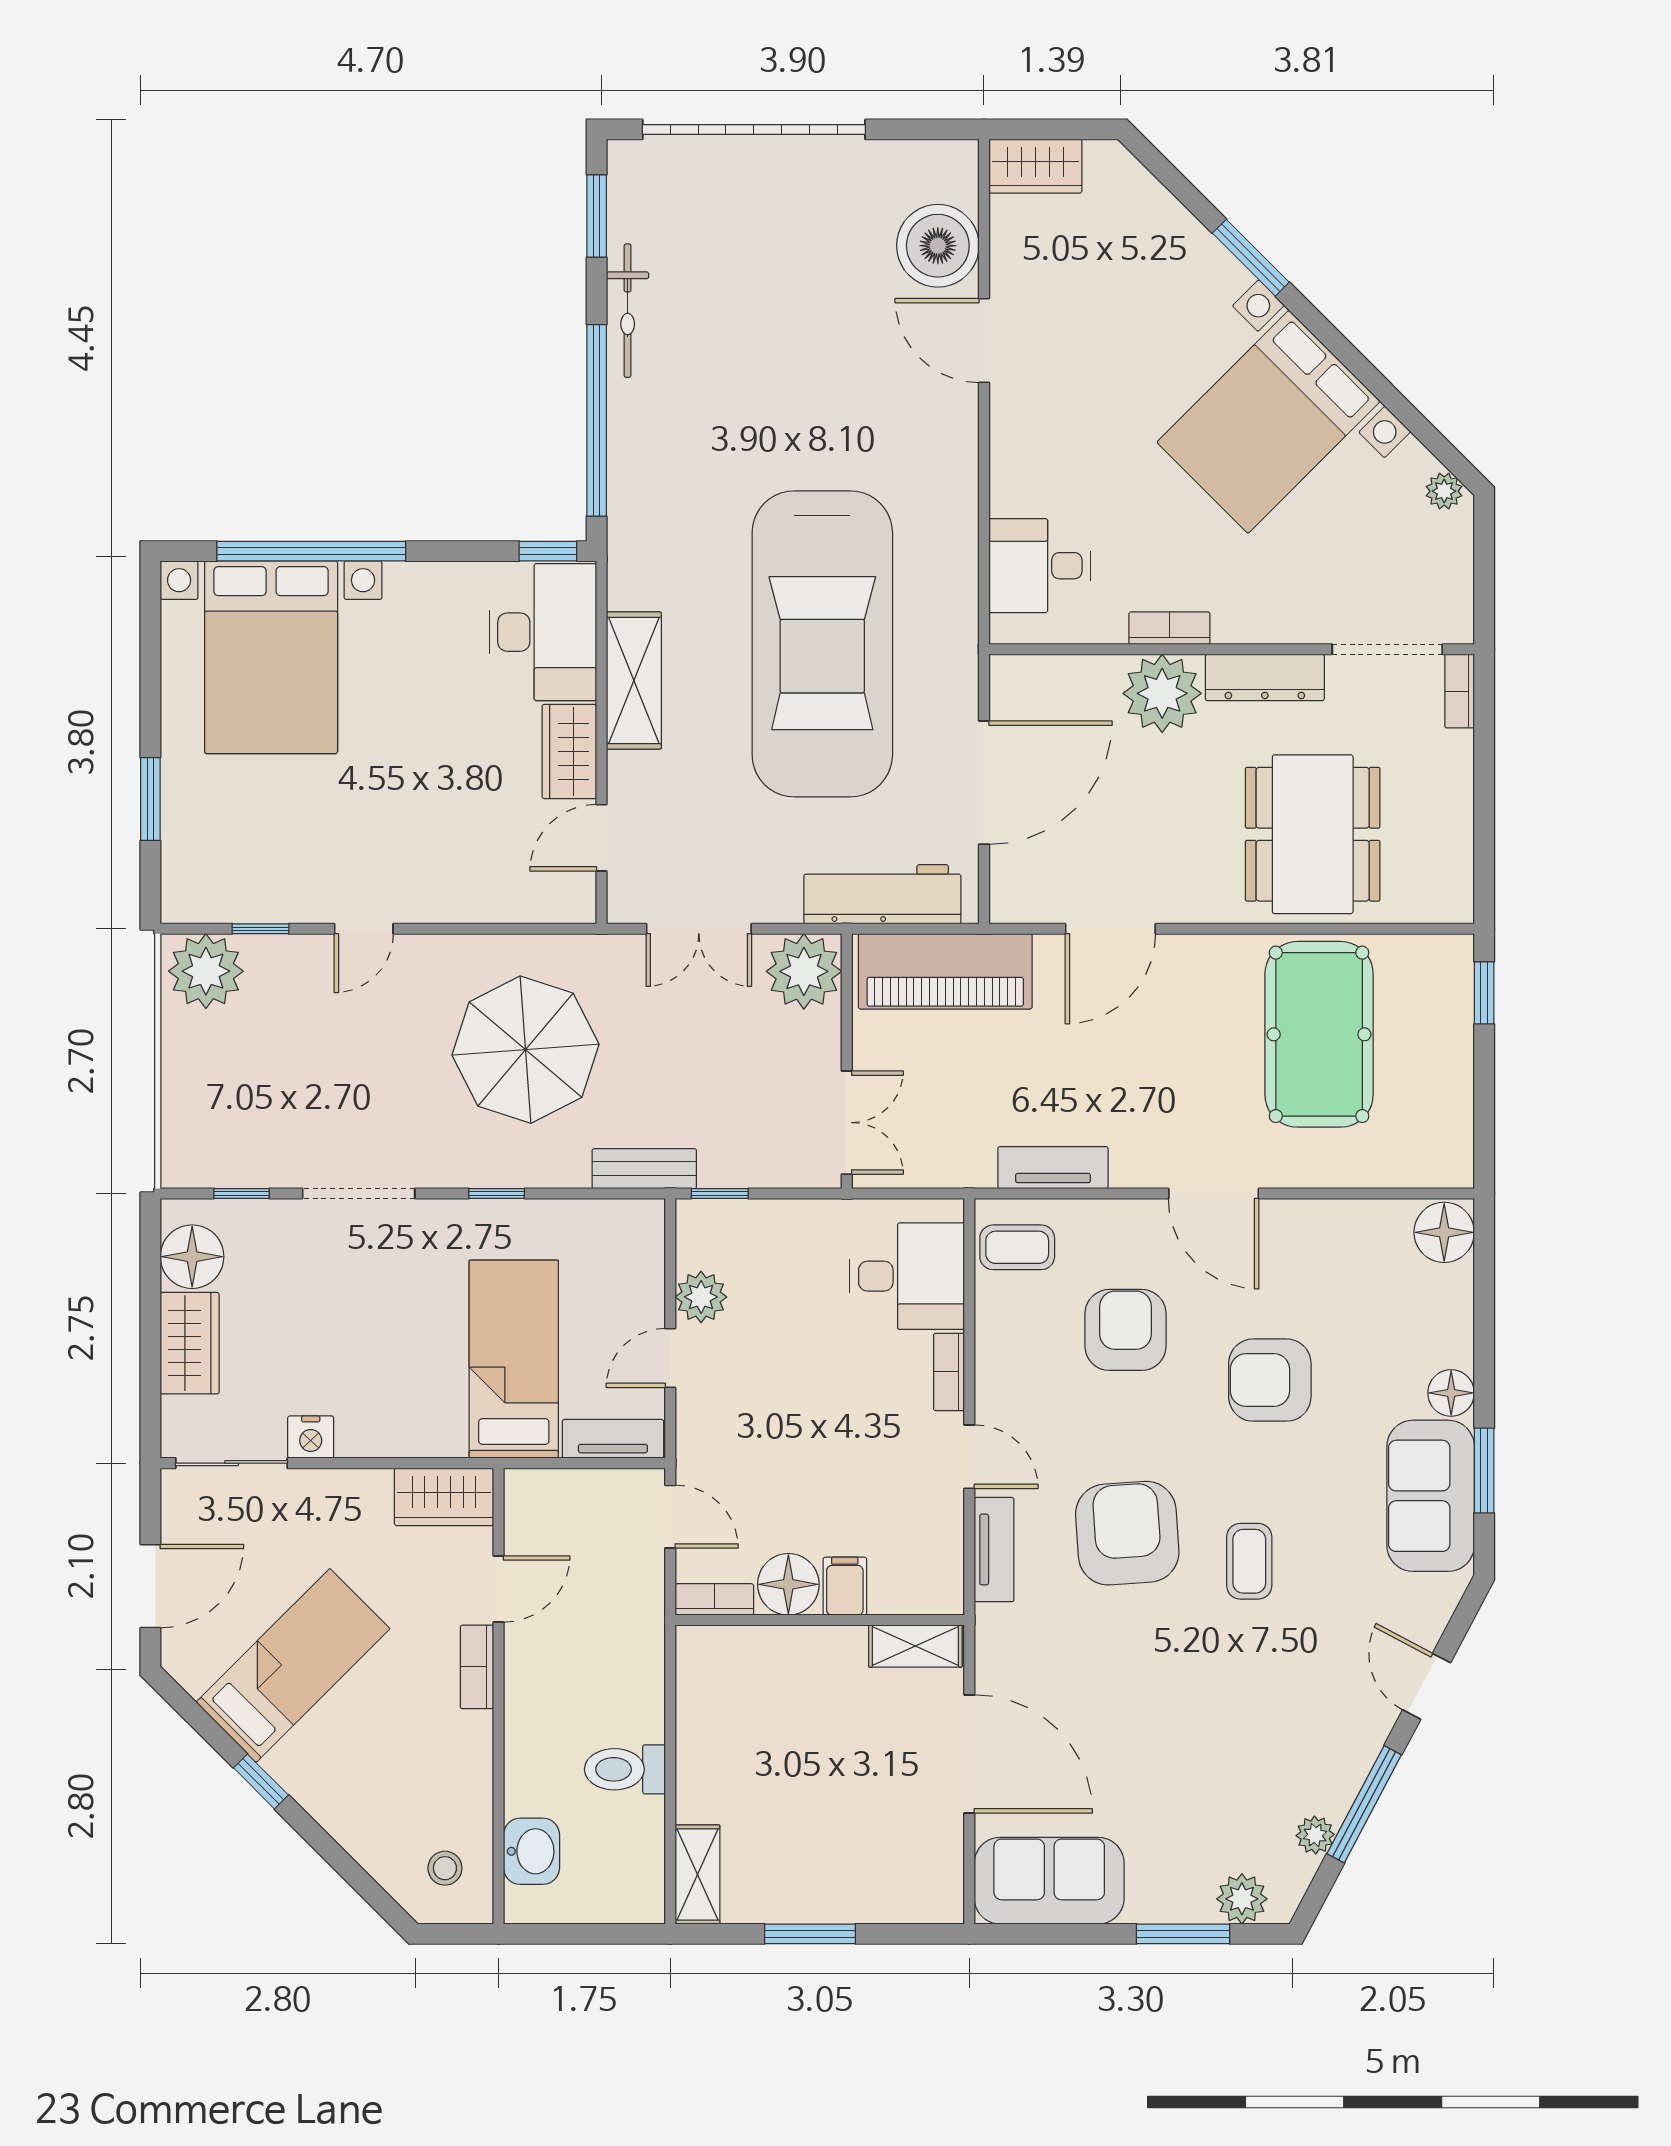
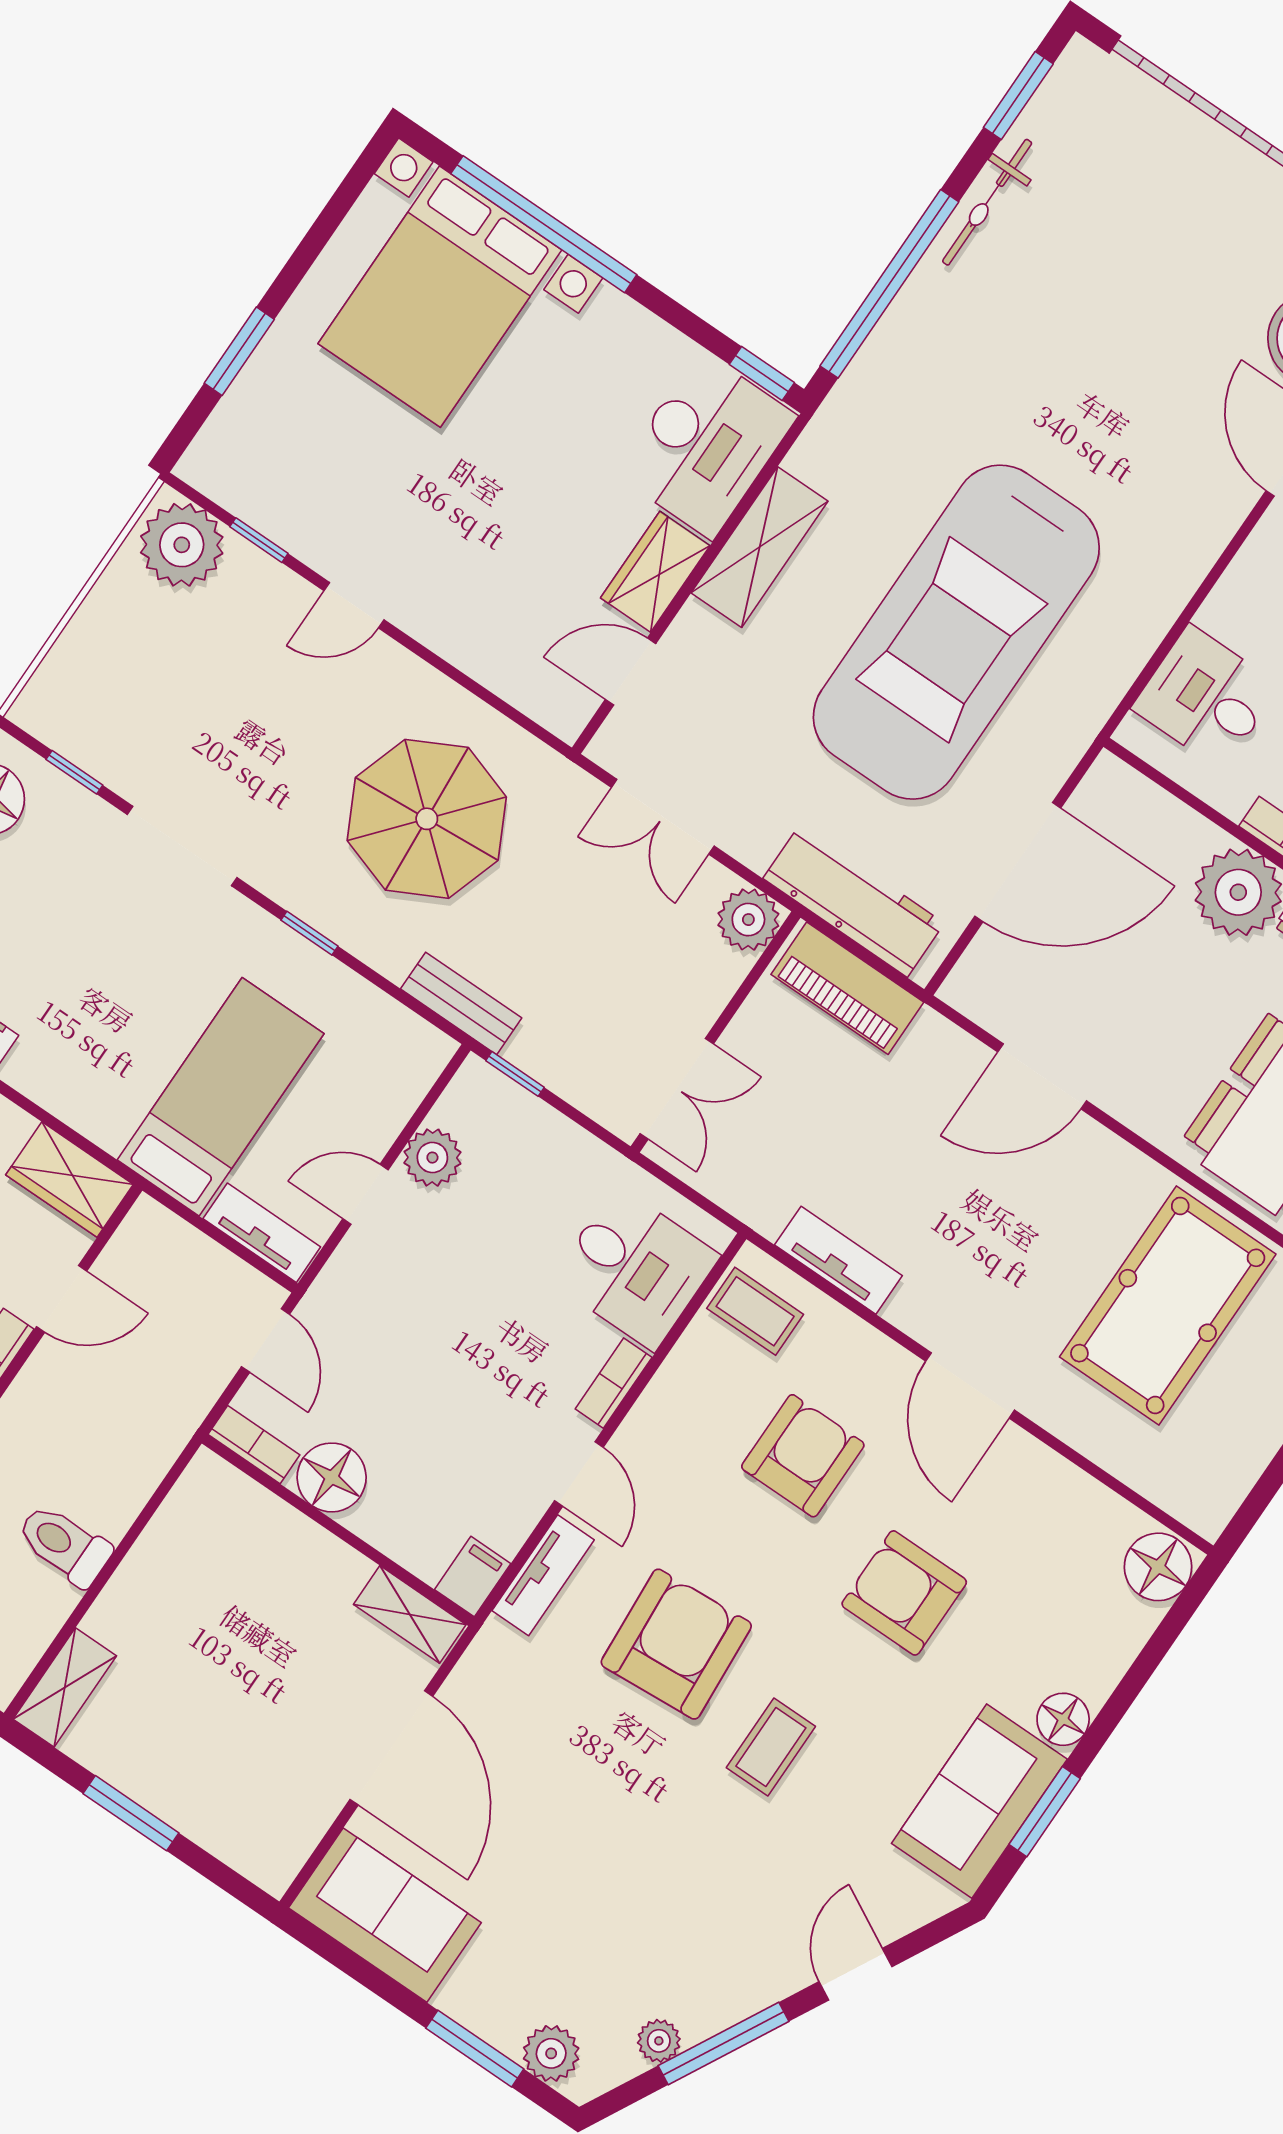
plant: (804, 971) -> (748, 920), width x0.73, depth x0.73
piano: (945, 971) -> (847, 988), width x0.73, depth x0.75
filing cabinet: (845, 1586) -> (473, 1577), moved

